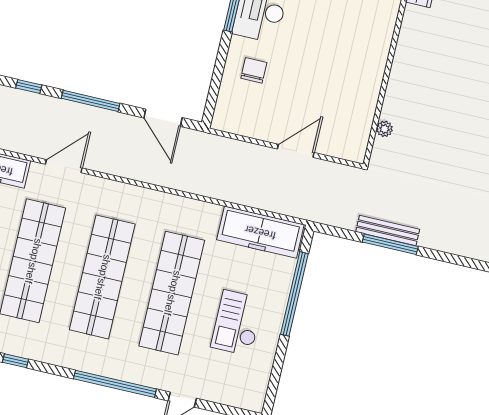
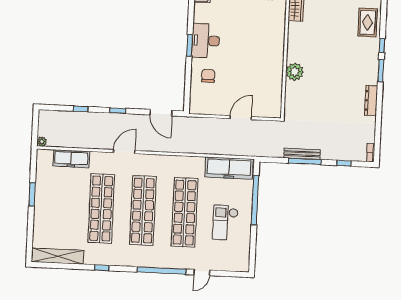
window: (91, 101) -> (118, 111), width x0.46
plant: (384, 129) -> (295, 72), moved, width x1.87, depth x1.87
door: (64, 166) -> (124, 152), moved
window: (455, 259) -> (344, 163), added

